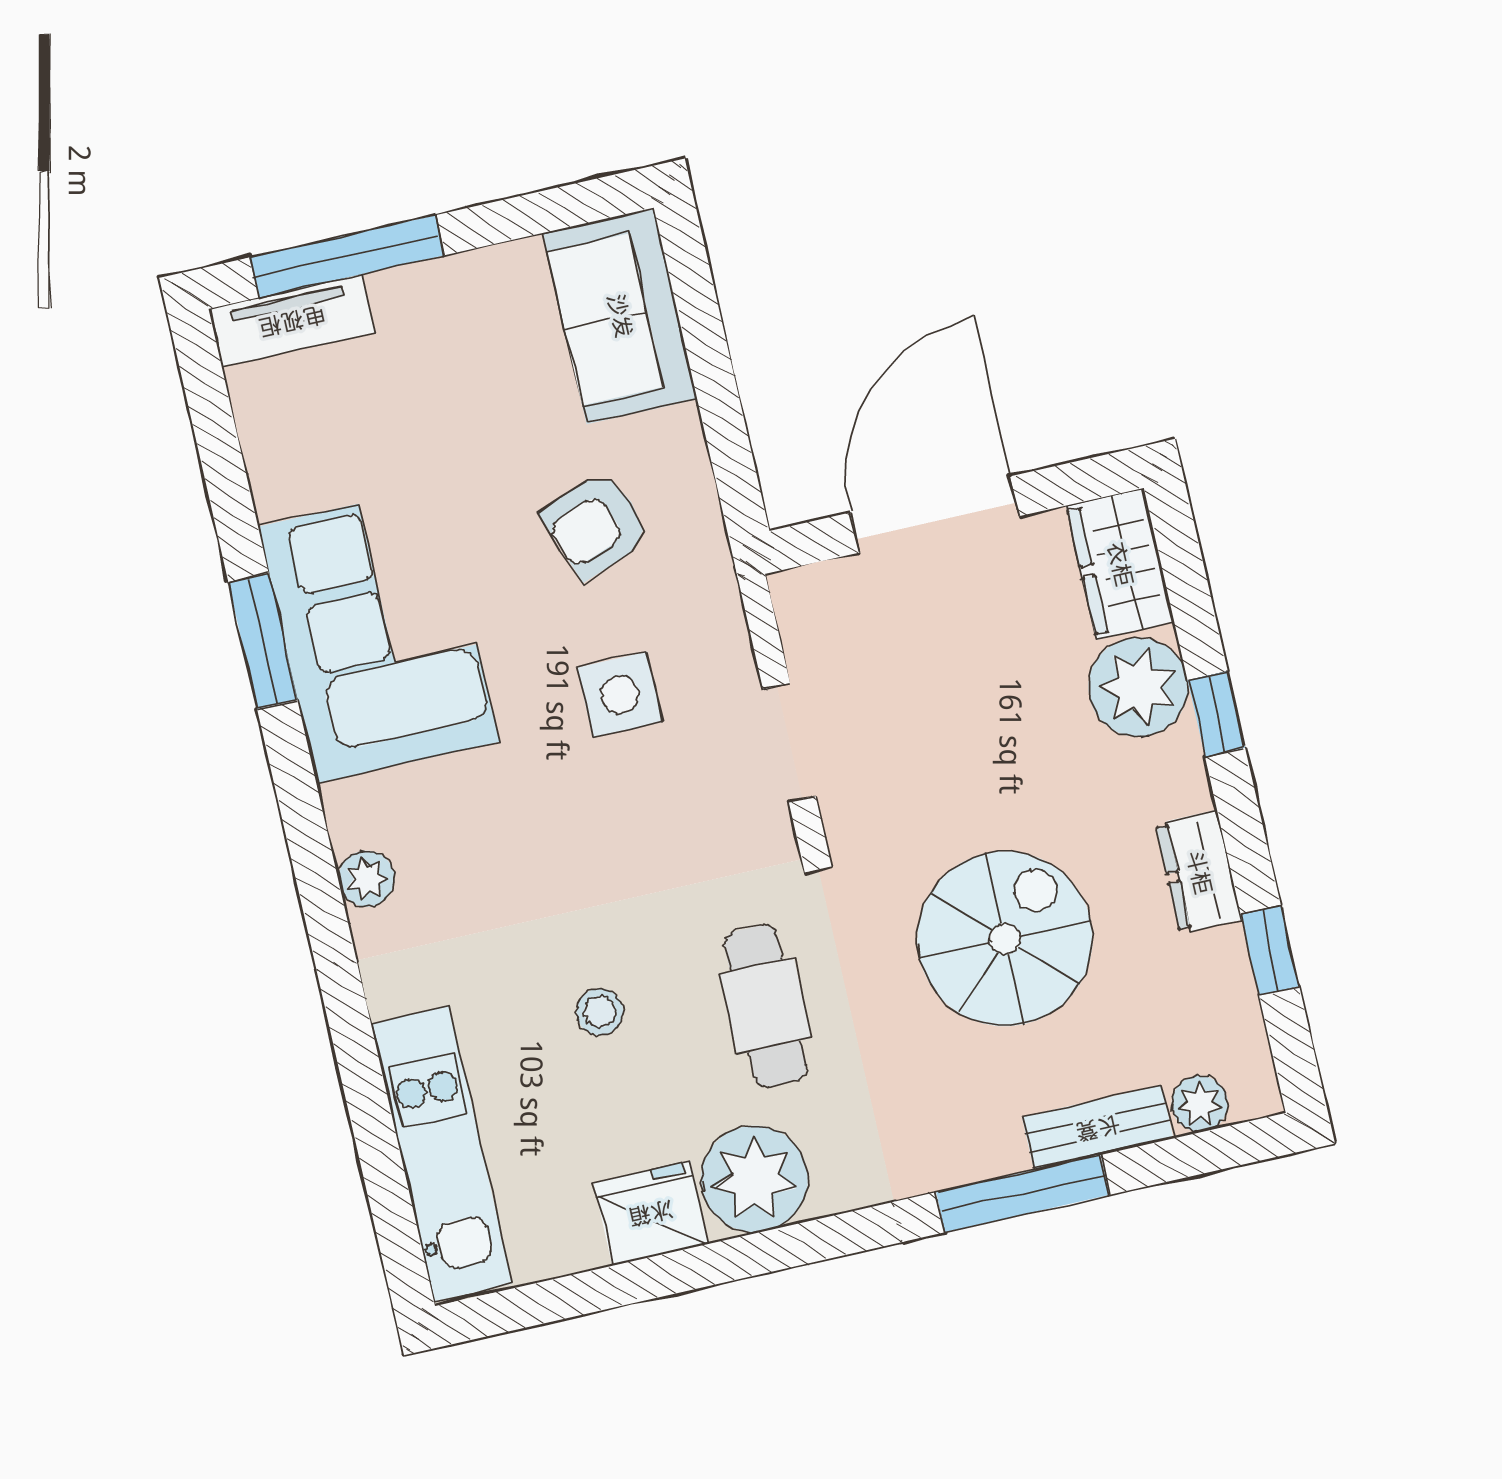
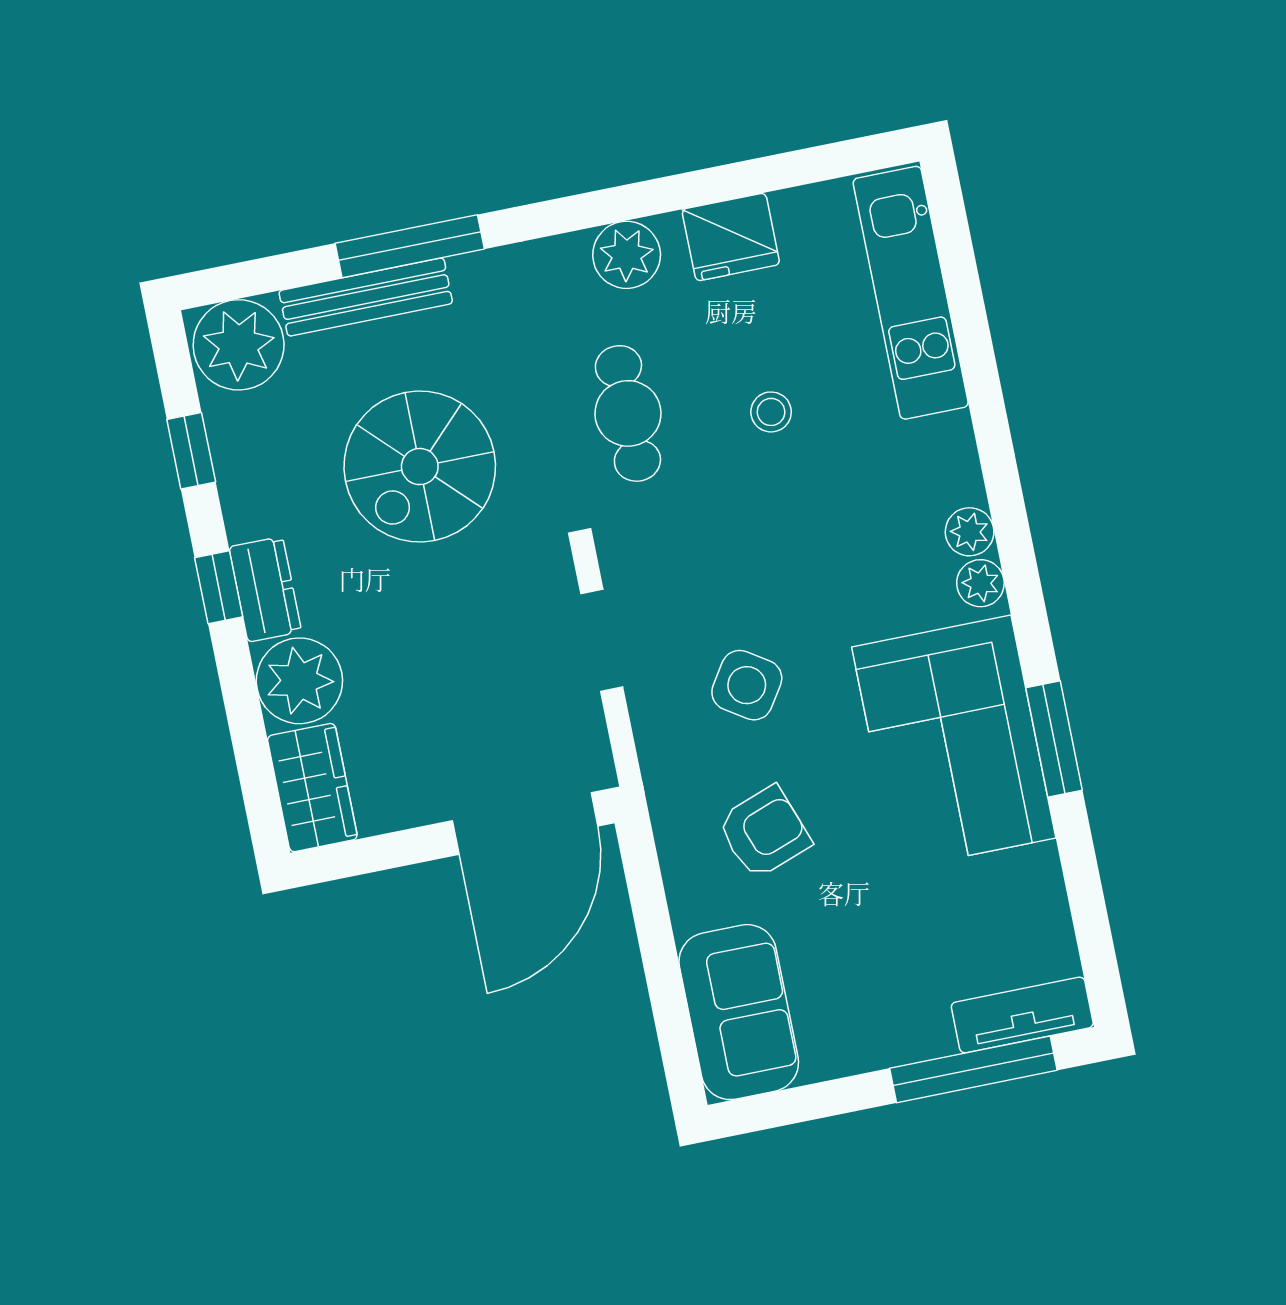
door: (935, 514) -> (525, 823), moved
side table: (620, 695) -> (747, 685), turned 33
window: (1216, 714) -> (219, 587), moved
plant: (352, 819) -> (980, 583), added
dresser: (1199, 872) -> (265, 589), moved
plant: (1200, 1104) -> (239, 345), width x1.87, depth x1.87
bench: (1098, 1128) -> (366, 297), width x1.36
plant: (754, 1179) -> (627, 255), width x0.73, depth x0.73

